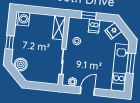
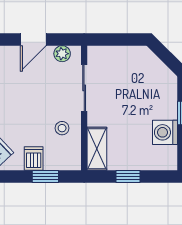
window: (44, 11) -> (128, 177), added
washing machine: (22, 19) -> (165, 132), moved
boiler: (21, 64) -> (159, 75), removed

